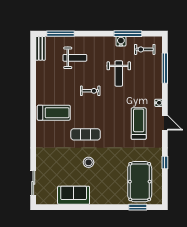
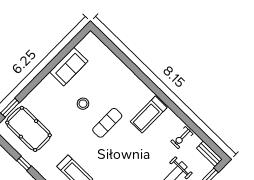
exercise bike: (90, 91) -> (182, 138), moved
sliding door: (33, 183) -> (110, 44), removed

